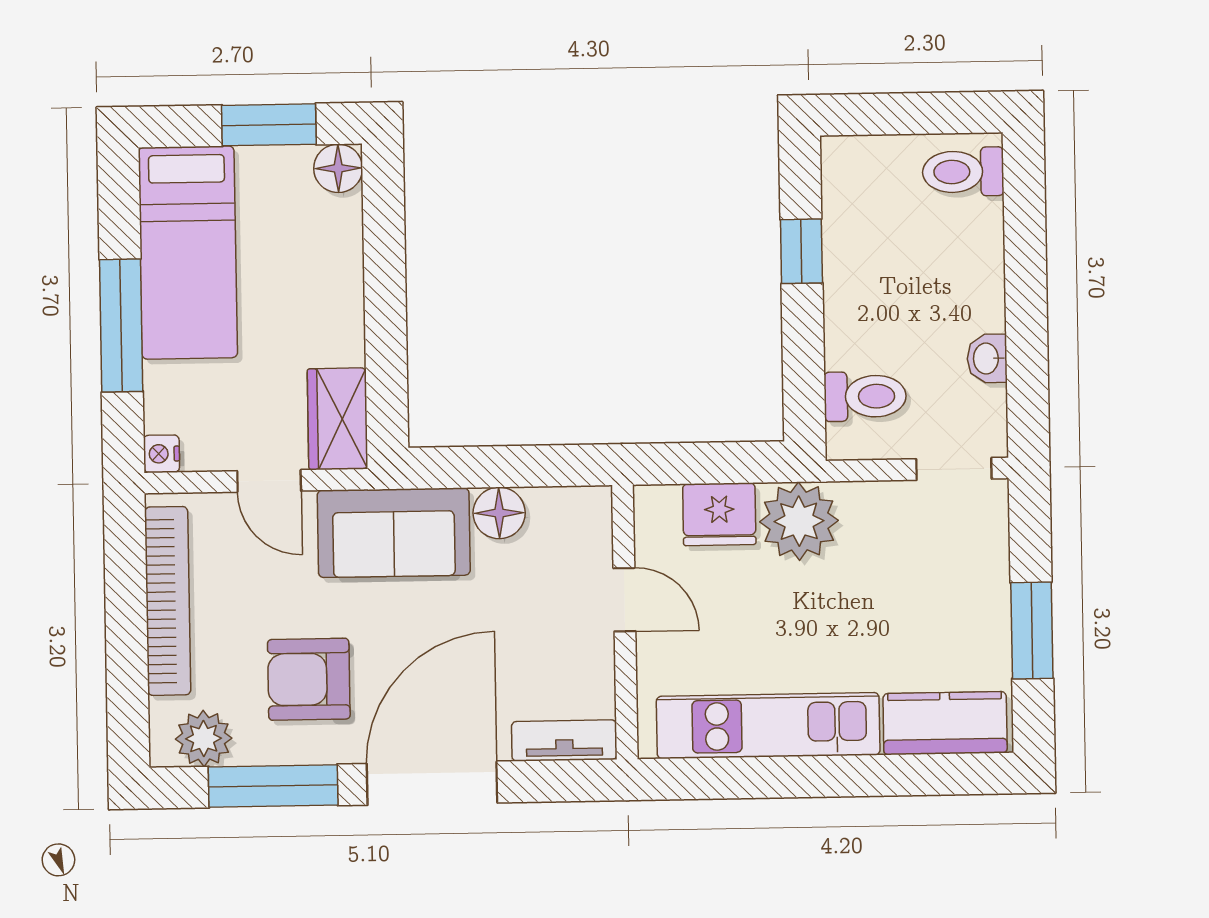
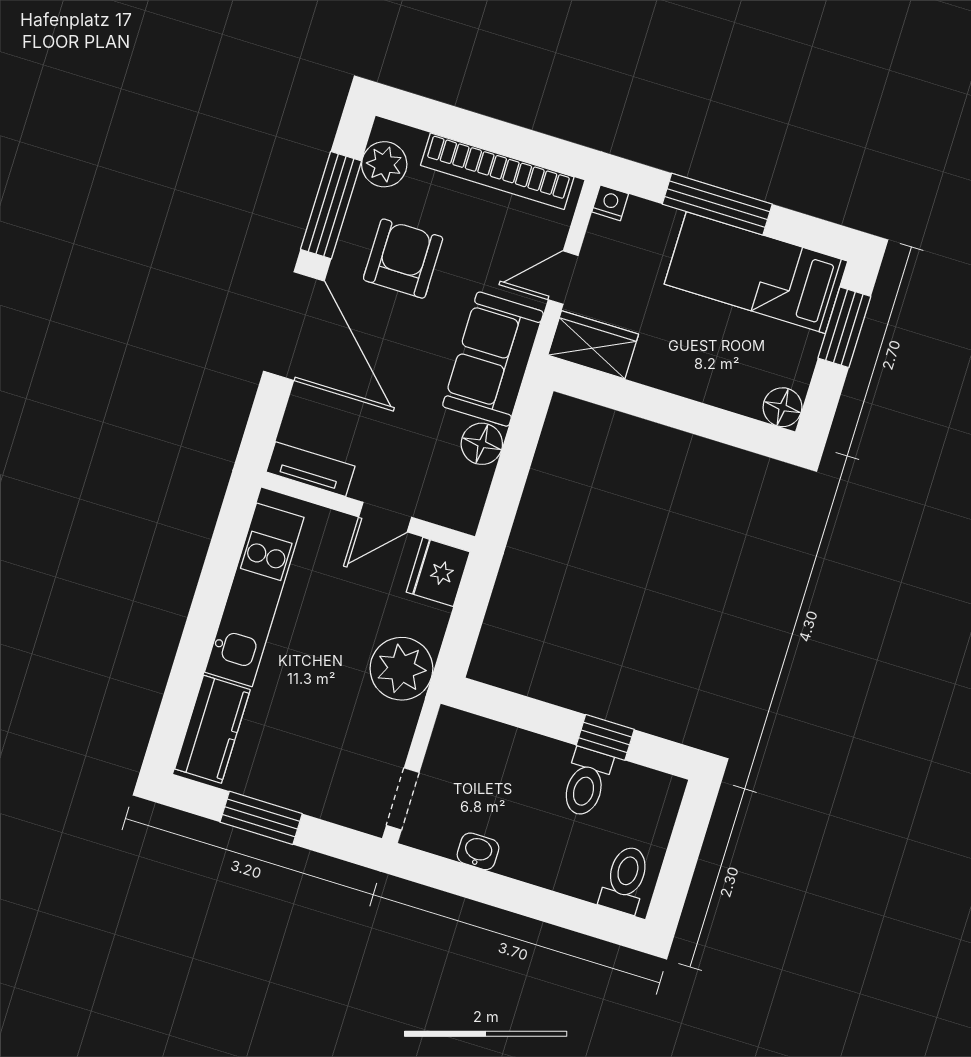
window: (269, 125) -> (844, 327), moved
toilet: (865, 396) -> (586, 782), moved
fridge: (719, 514) -> (438, 572), moved
tv unit: (564, 741) -> (311, 469), moved, turned -90

